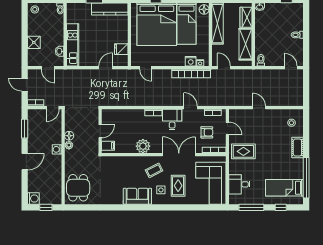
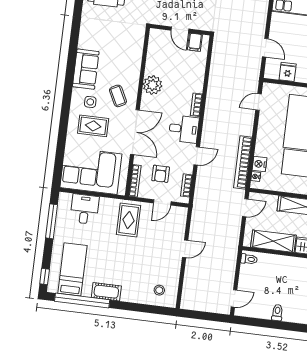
filing cabinet: (108, 146) -> (195, 42), moved
cot: (297, 148) -> (106, 292), moved
window: (281, 207) -> (45, 276), moved

